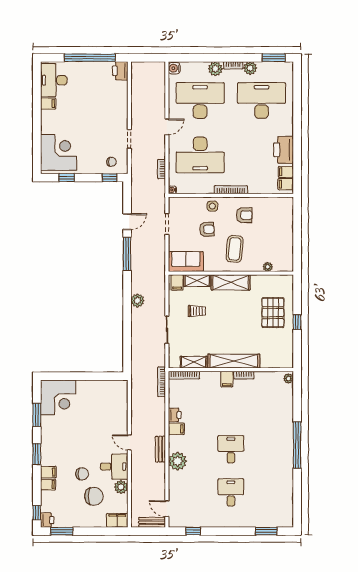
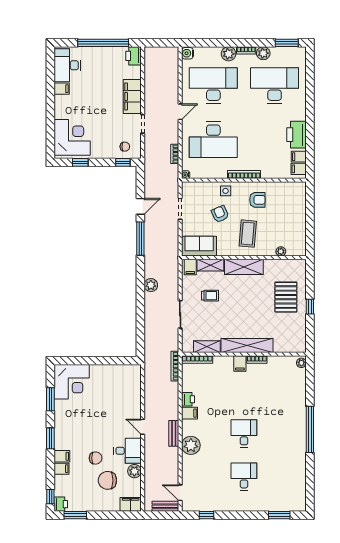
filing cabinet: (119, 112) -> (132, 96), added
armchair: (207, 229) -> (220, 214), turned -112
chair: (94, 496) -> (107, 480), turned 180

